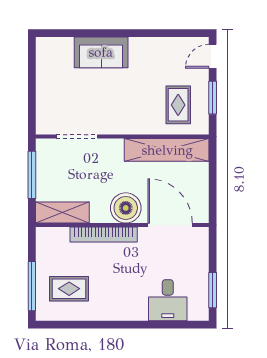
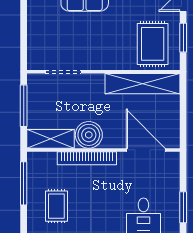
rug: (178, 105) -> (153, 44), width x1.36, depth x1.43
boiler: (126, 208) -> (89, 135), moved
window: (32, 286) -> (24, 183), moved
rug: (69, 289) -> (56, 206), turned 90

